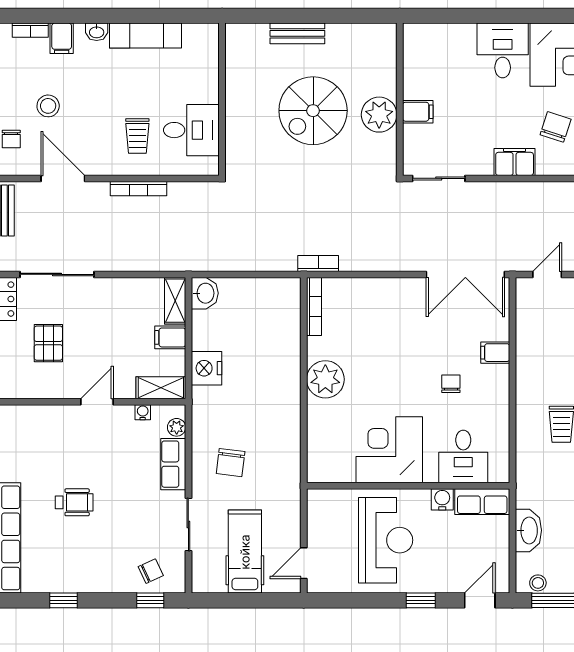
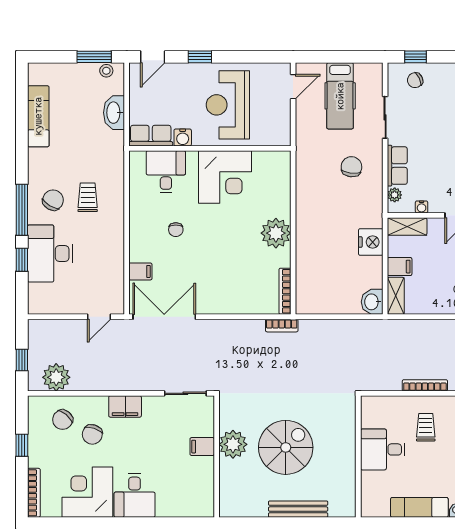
bench: (297, 33) -> (298, 509), width x1.36
desk: (191, 130) -> (383, 449), moved
filing cabinet: (495, 353) -> (140, 271), moved

